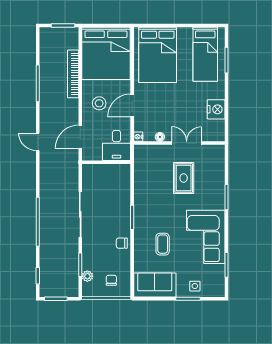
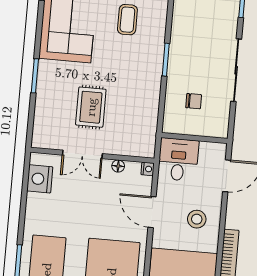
door: (132, 106) -> (152, 212), swing flipped
nightstand: (216, 109) -> (40, 179), moved
chair: (122, 243) -> (194, 101), moved

